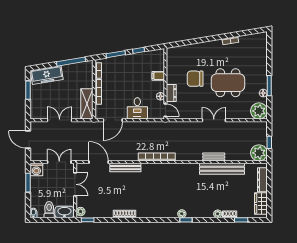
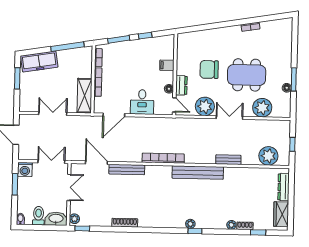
plant: (192, 111) -> (205, 106), added
plant: (259, 111) -> (262, 108), moved
plant: (259, 153) -> (268, 156), moved
bench: (222, 169) -> (198, 173), moved

